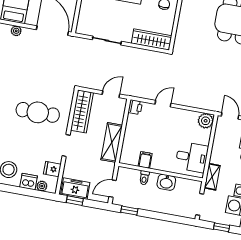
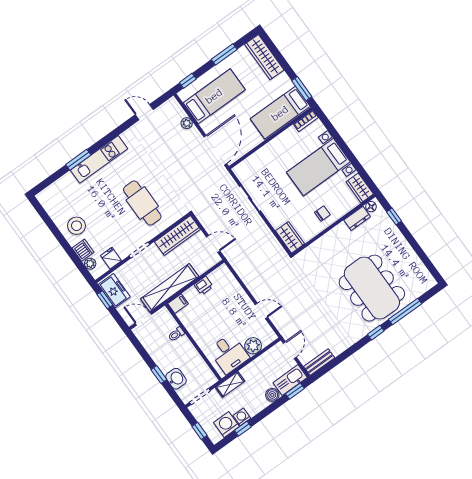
wardrobe: (152, 39) -> (290, 237), width x0.67
door: (163, 104) -> (261, 311), moved
printer: (135, 107) -> (204, 286), moved
plant: (206, 121) -> (253, 346), moved
shelving: (112, 142) -> (170, 288), width x1.47
filing cabinet: (145, 160) -> (178, 304), moved
washbasin: (166, 182) -> (176, 379), moved, turned 180
window: (129, 211) -> (159, 375), moved

